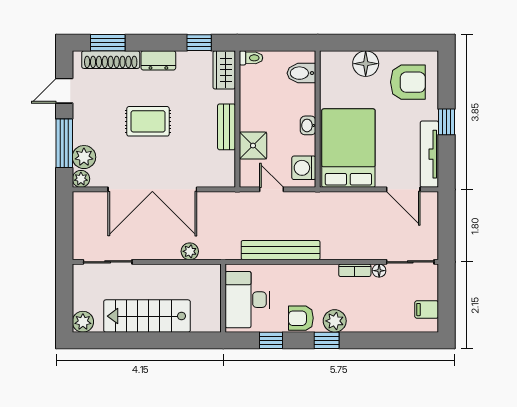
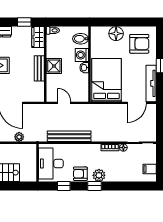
shower: (253, 146) -> (54, 66), moved
washing machine: (304, 168) -> (82, 55), moved
door: (403, 189) -> (137, 103), hinge flipped

